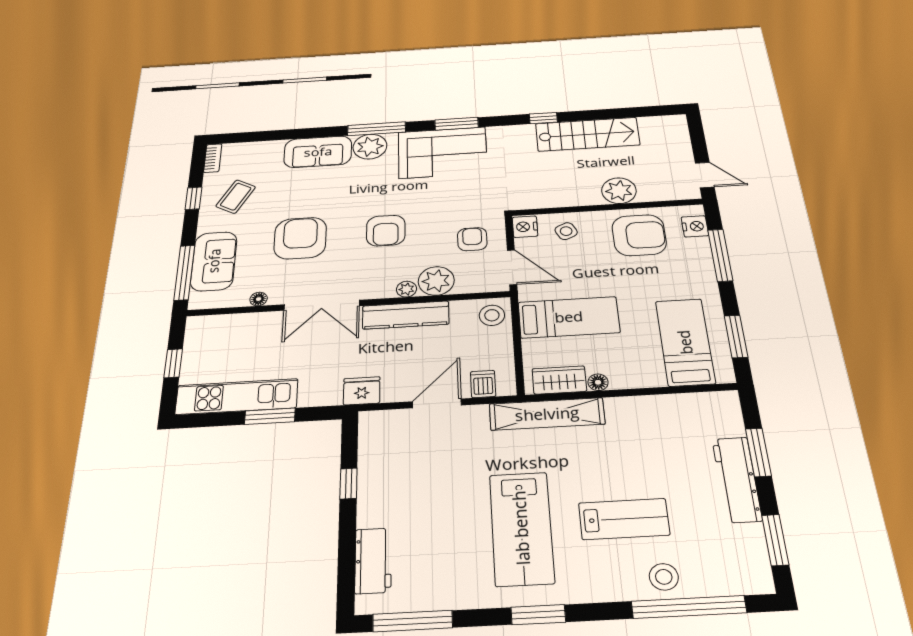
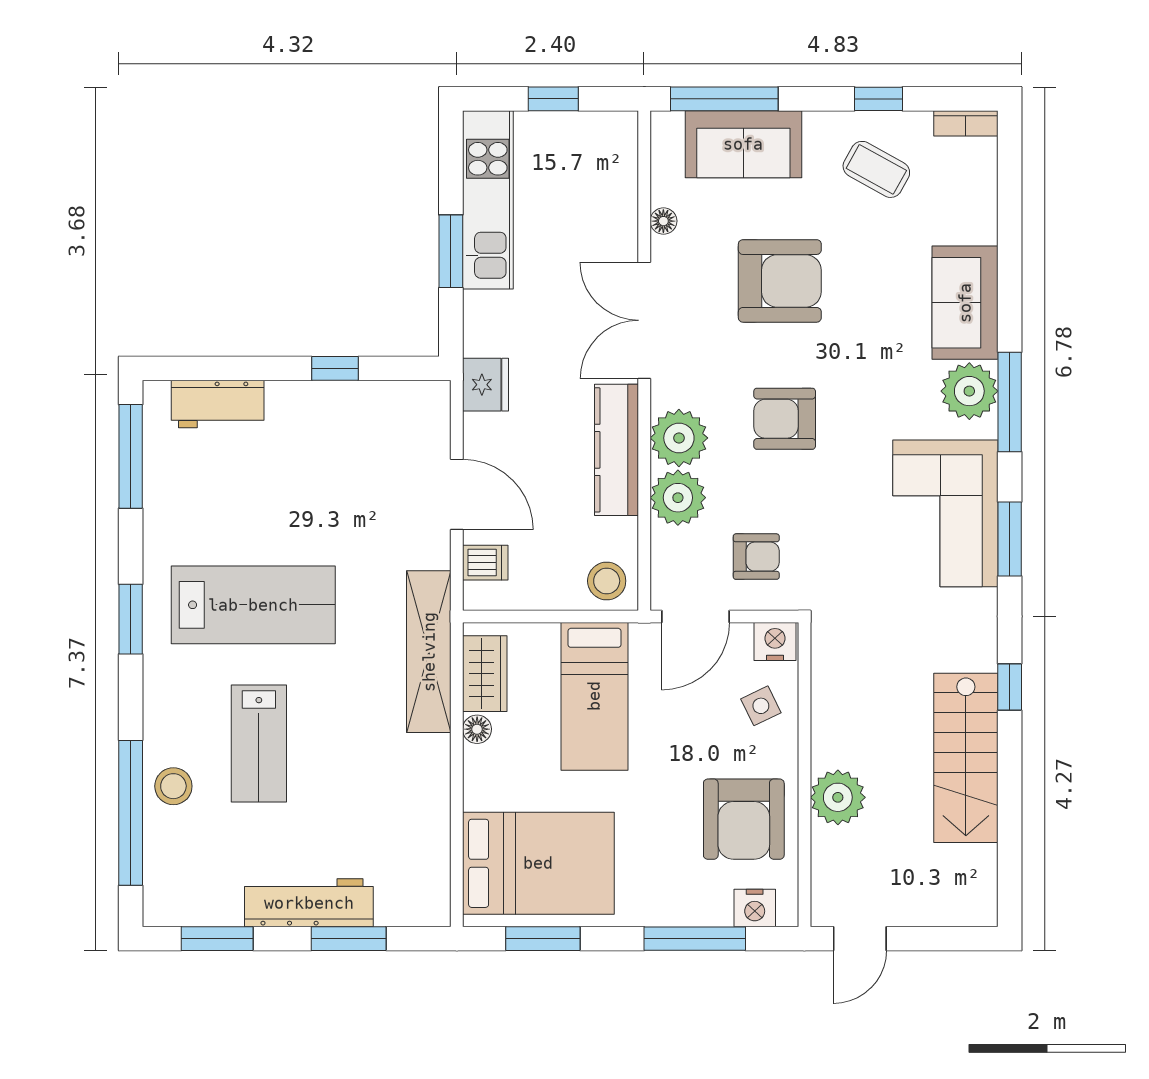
plant: (406, 289) -> (679, 438), width x1.87, depth x1.87
bed: (685, 342) -> (538, 863), width x1.50
lab bench: (521, 528) -> (253, 605), turned 180

